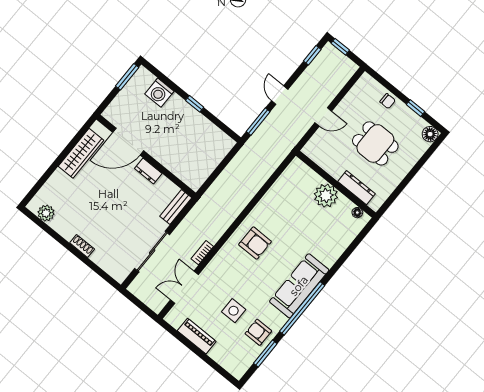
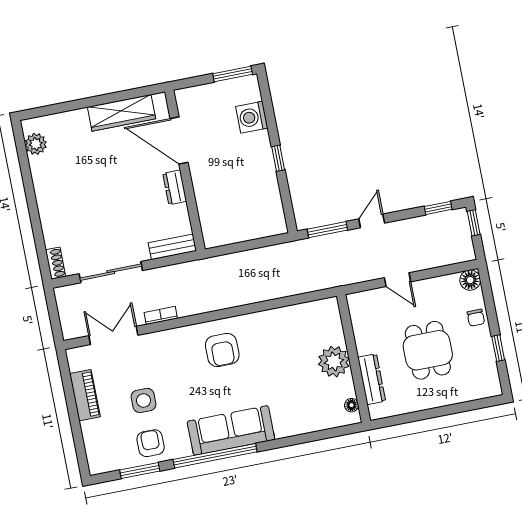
floor lamp: (430, 134) -> (470, 280), moved
shoe rack: (82, 246) -> (56, 263), moved

